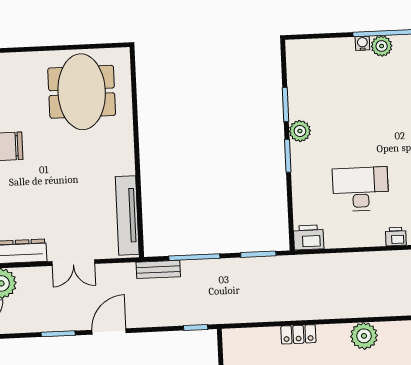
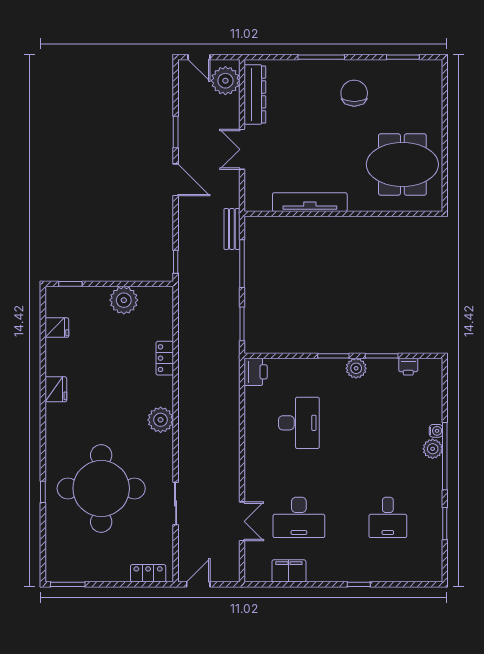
tv unit: (127, 215) -> (310, 202), moved
printer: (396, 236) -> (408, 367), moved, turned 90

